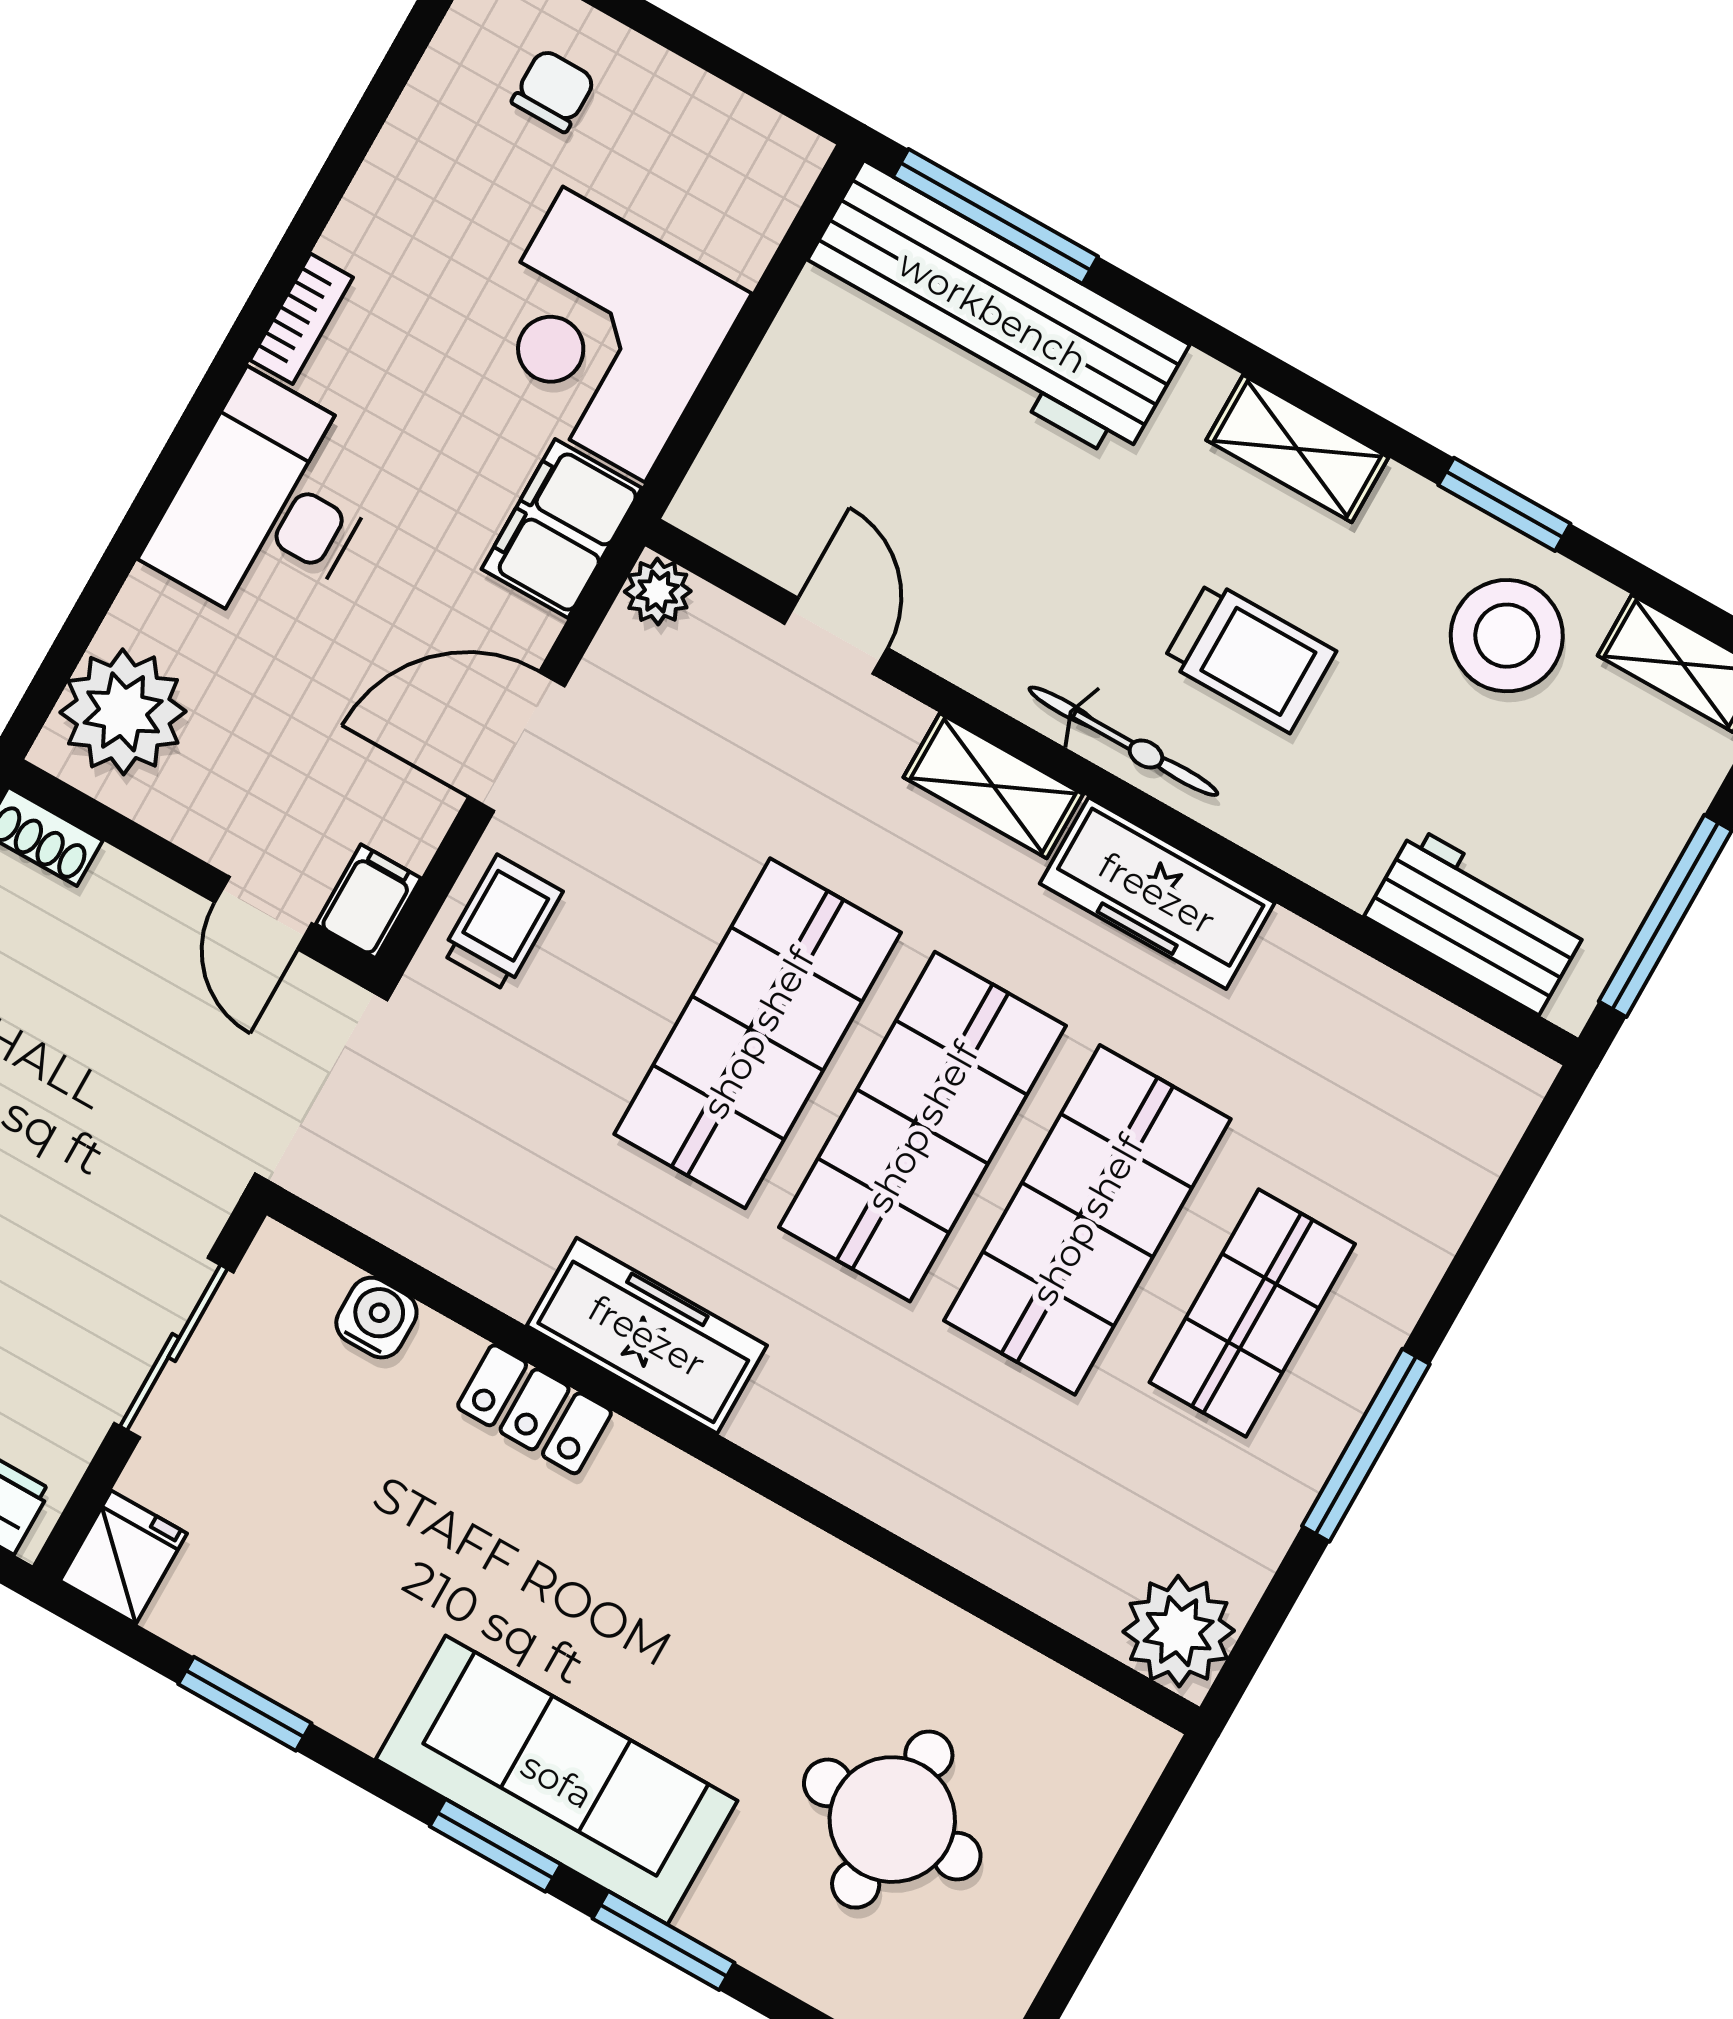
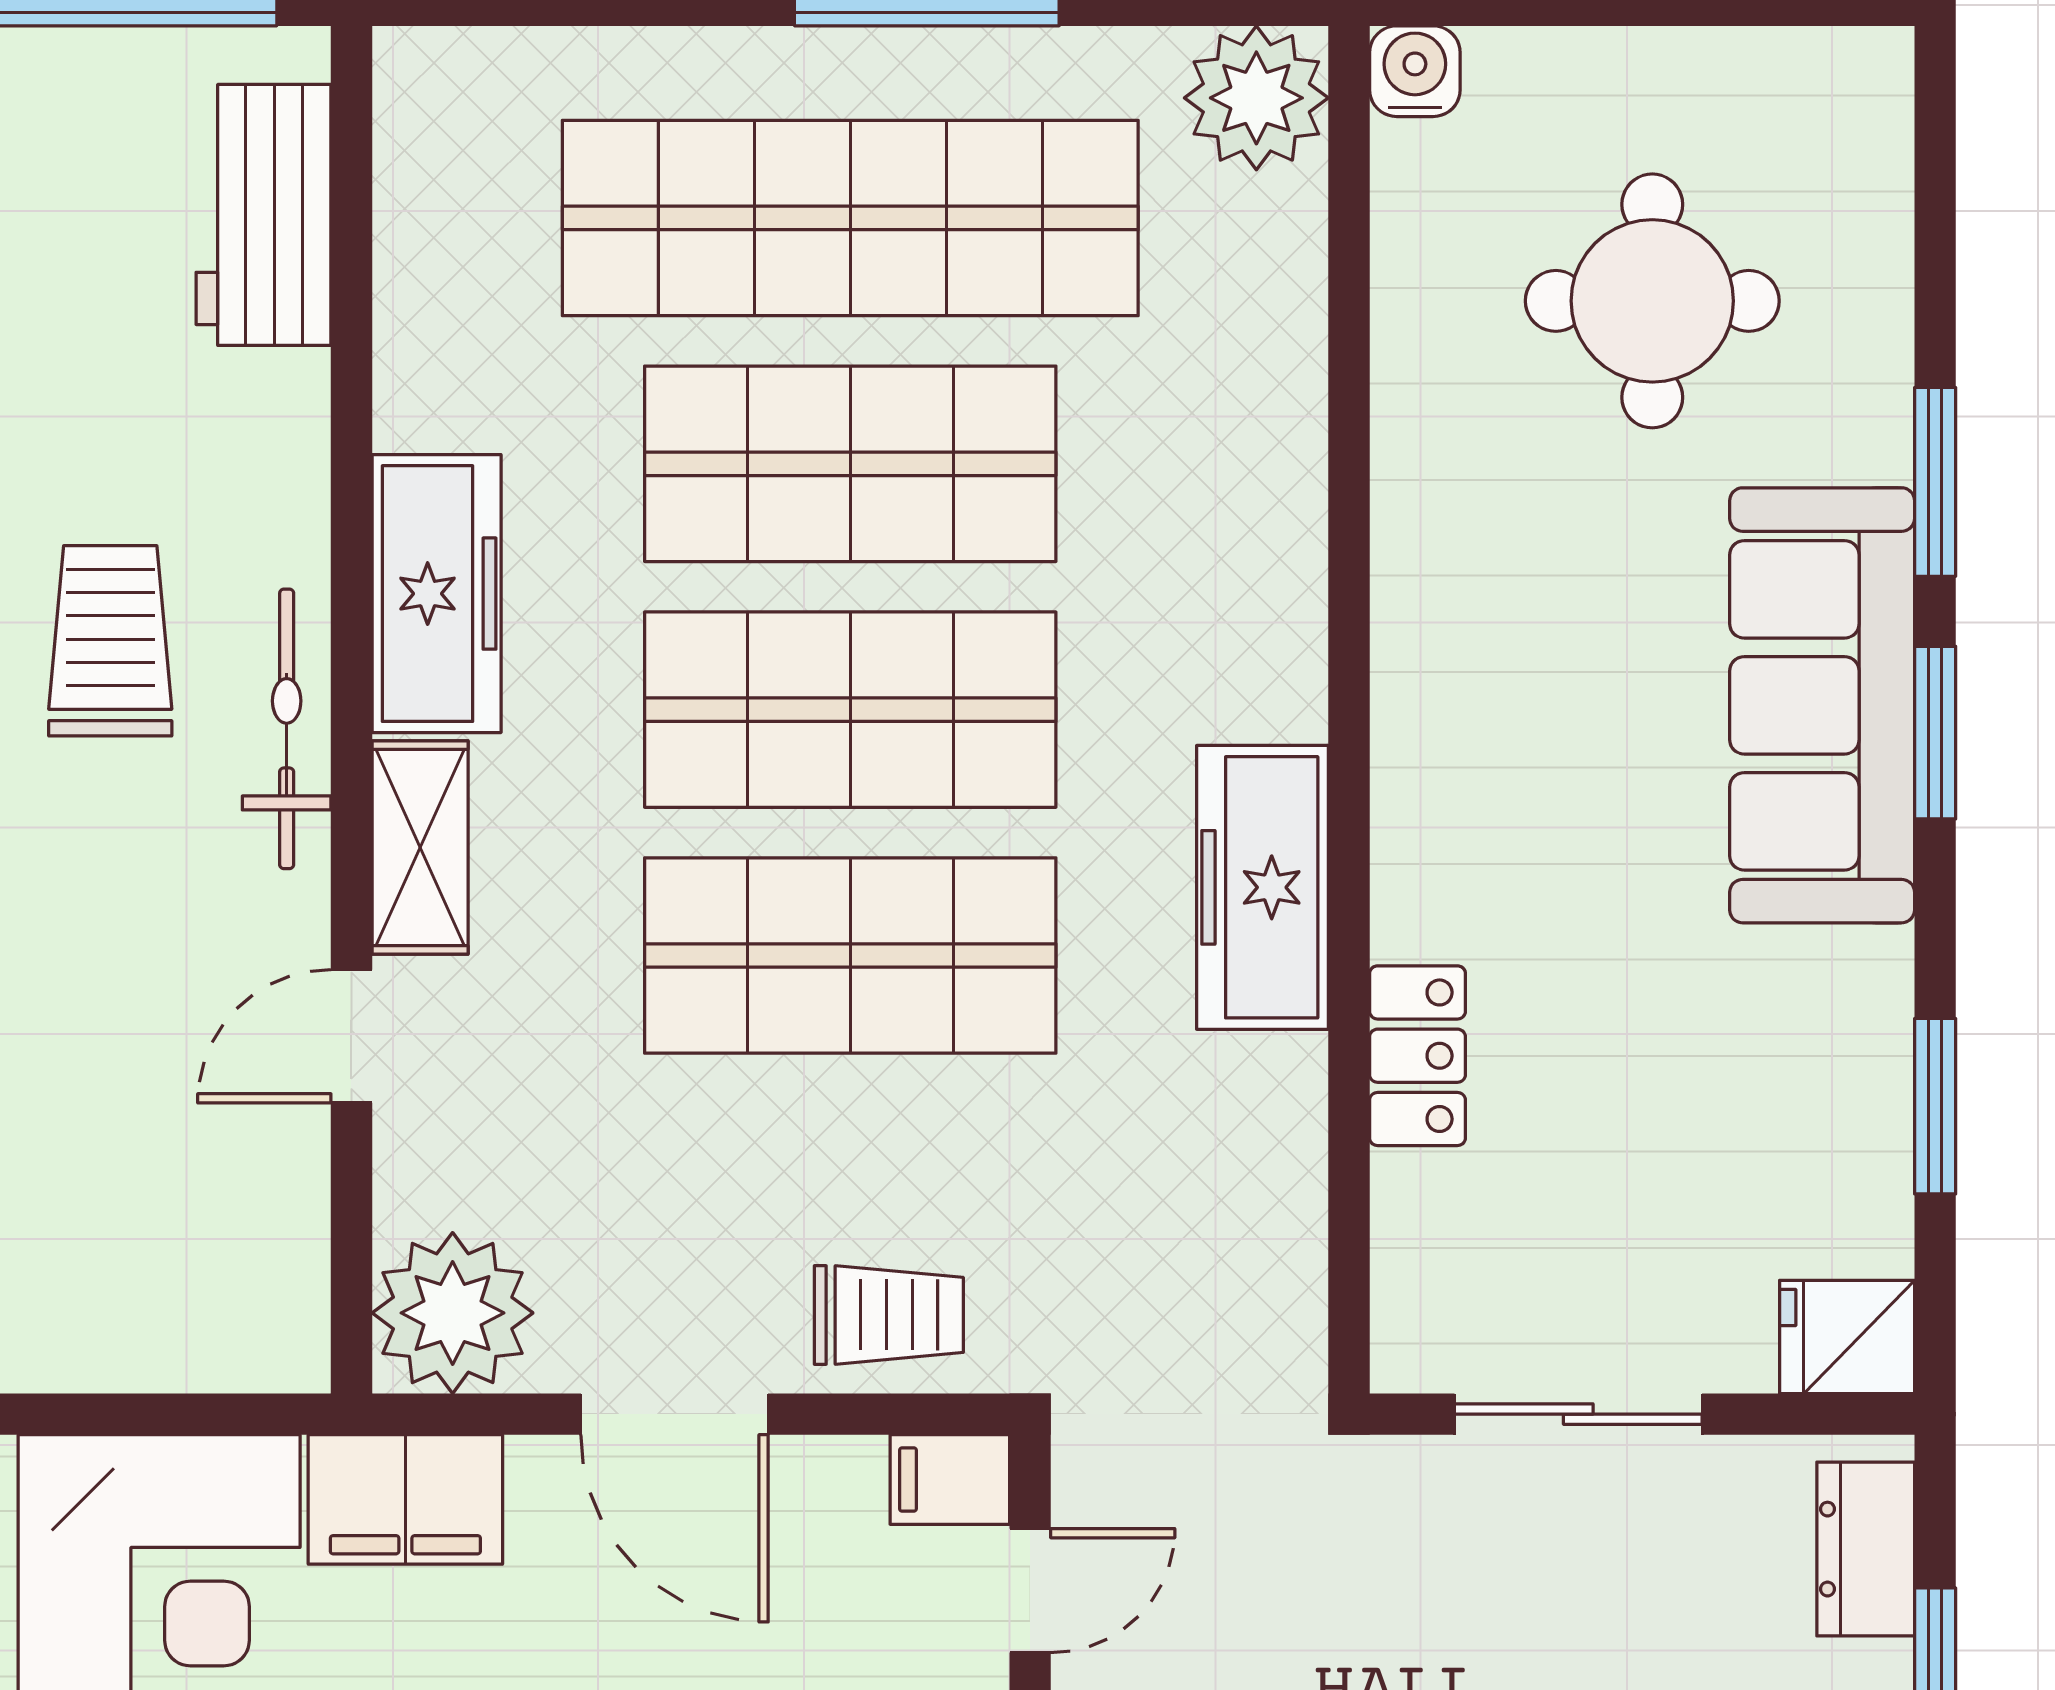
plant: (658, 591) -> (453, 1313), width x1.88, depth x1.88
door: (836, 636) -> (351, 1036), moved
trolley: (502, 923) -> (889, 1315), turned 180
shop shelf: (1252, 1313) -> (850, 218), width x2.00, depth x1.36
water cooler: (376, 1318) -> (1415, 71), moved, turned 90
locker: (535, 1409) -> (1417, 1056), moved

